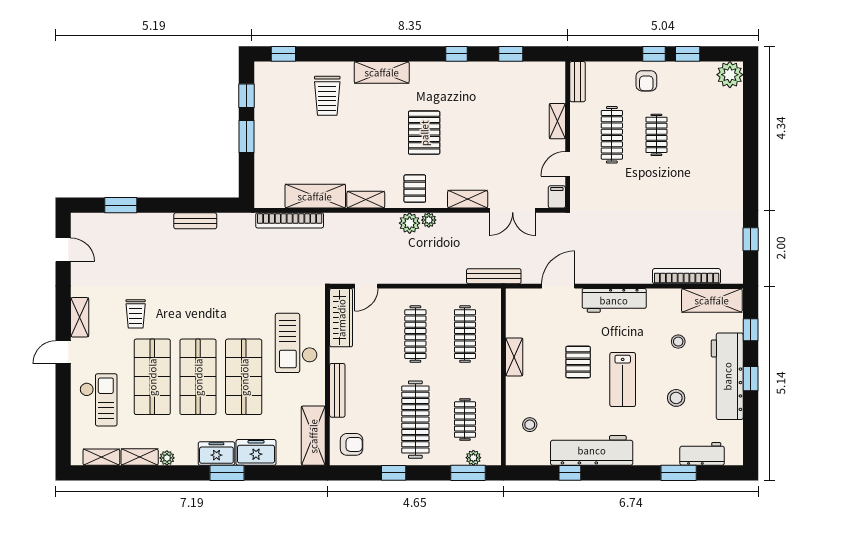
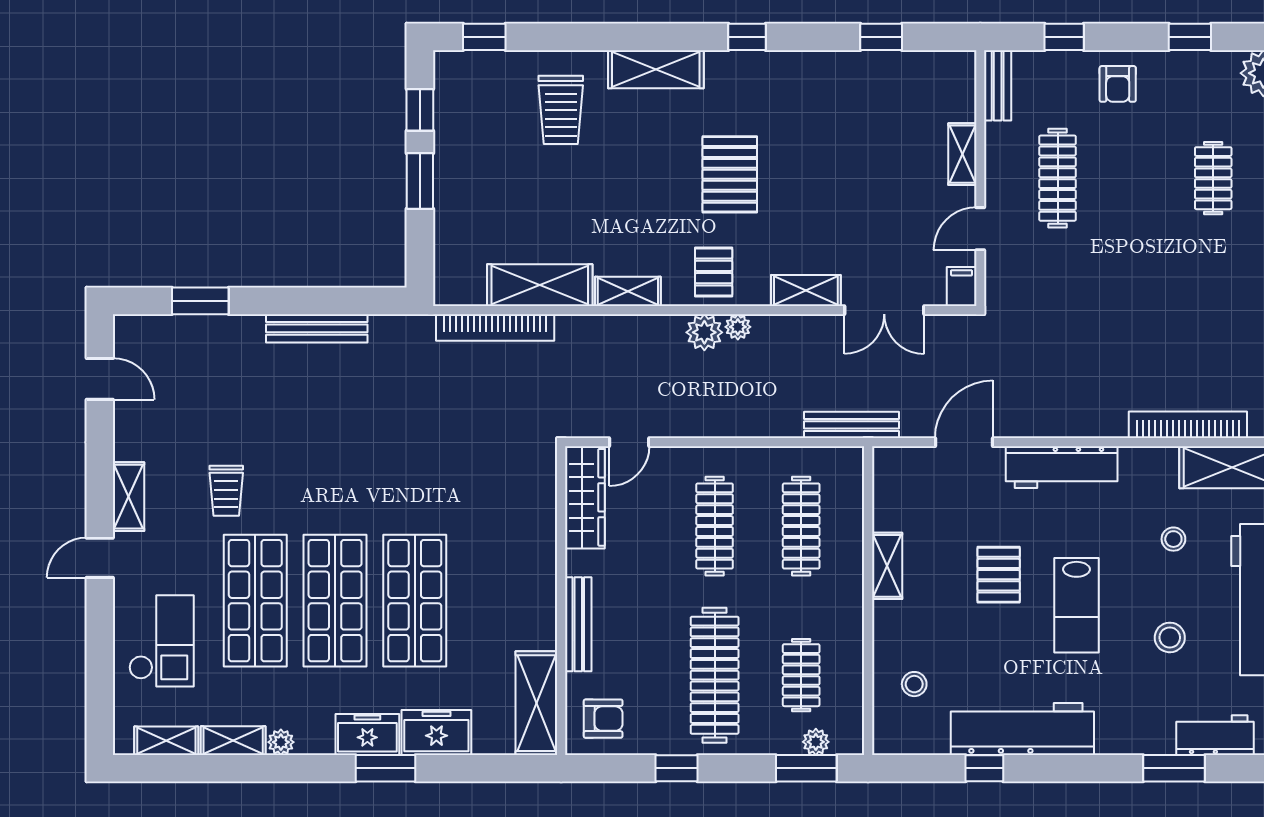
window: (456, 54) -> (747, 37), moved
window: (654, 54) -> (1064, 37), moved
clothes rail: (656, 135) -> (1213, 178), moved
bench: (195, 221) -> (317, 328), width x1.36
checkout: (296, 343) -> (507, 541), removed

